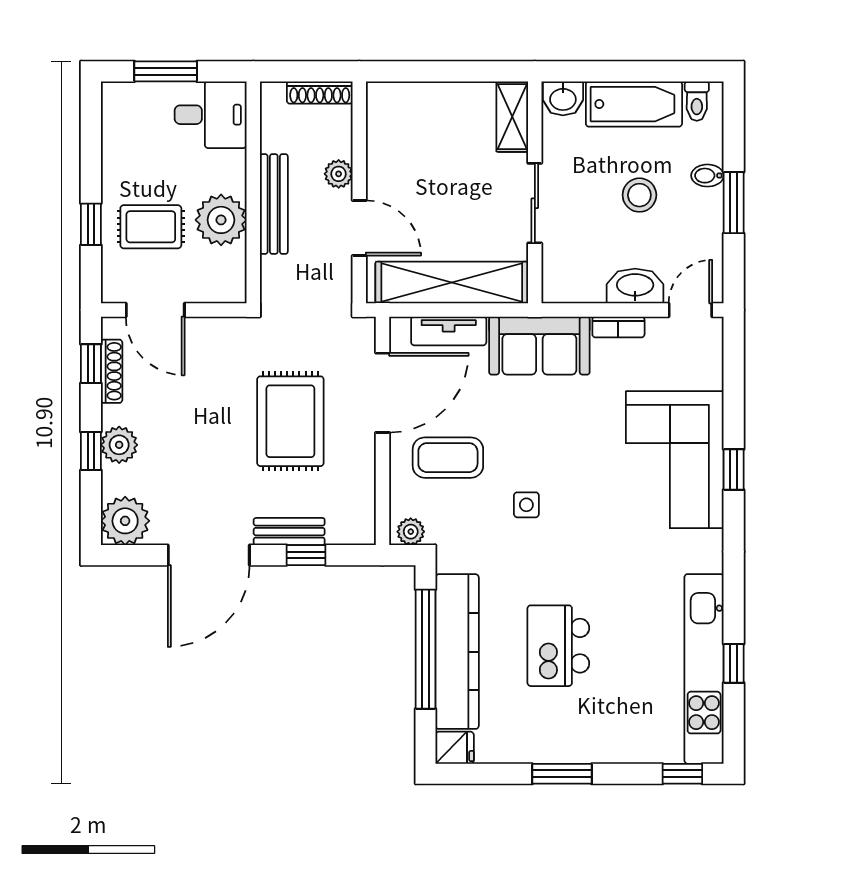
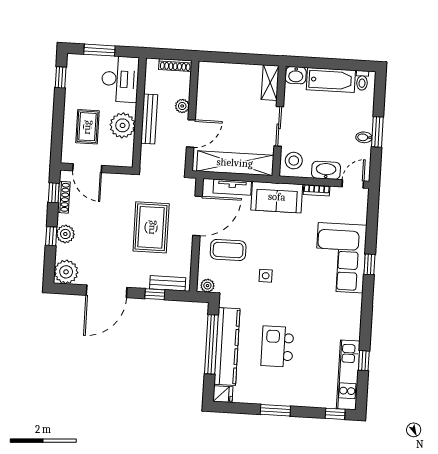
desk: (211, 115) -> (120, 79), width x1.37
bidet: (707, 176) -> (364, 137), moved
stool: (639, 195) -> (294, 161), moved
window: (91, 224) -> (61, 77), moved
rug: (151, 227) -> (87, 127), turned 90
door: (359, 228) -> (191, 133), hinge flipped
bench: (289, 532) -> (168, 283), moved
kitchen unit: (704, 669) -> (348, 375), width x0.73

